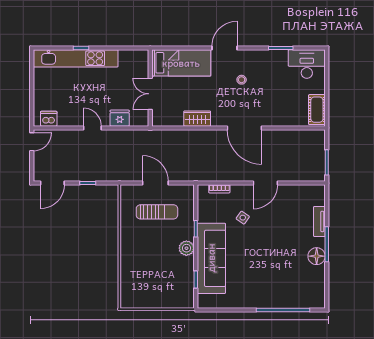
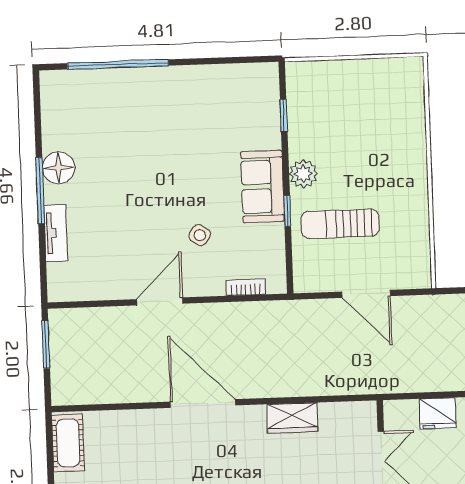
sun lounger: (157, 212) -> (340, 224), moved
sofa: (211, 258) -> (263, 187), width x0.54, depth x0.79

